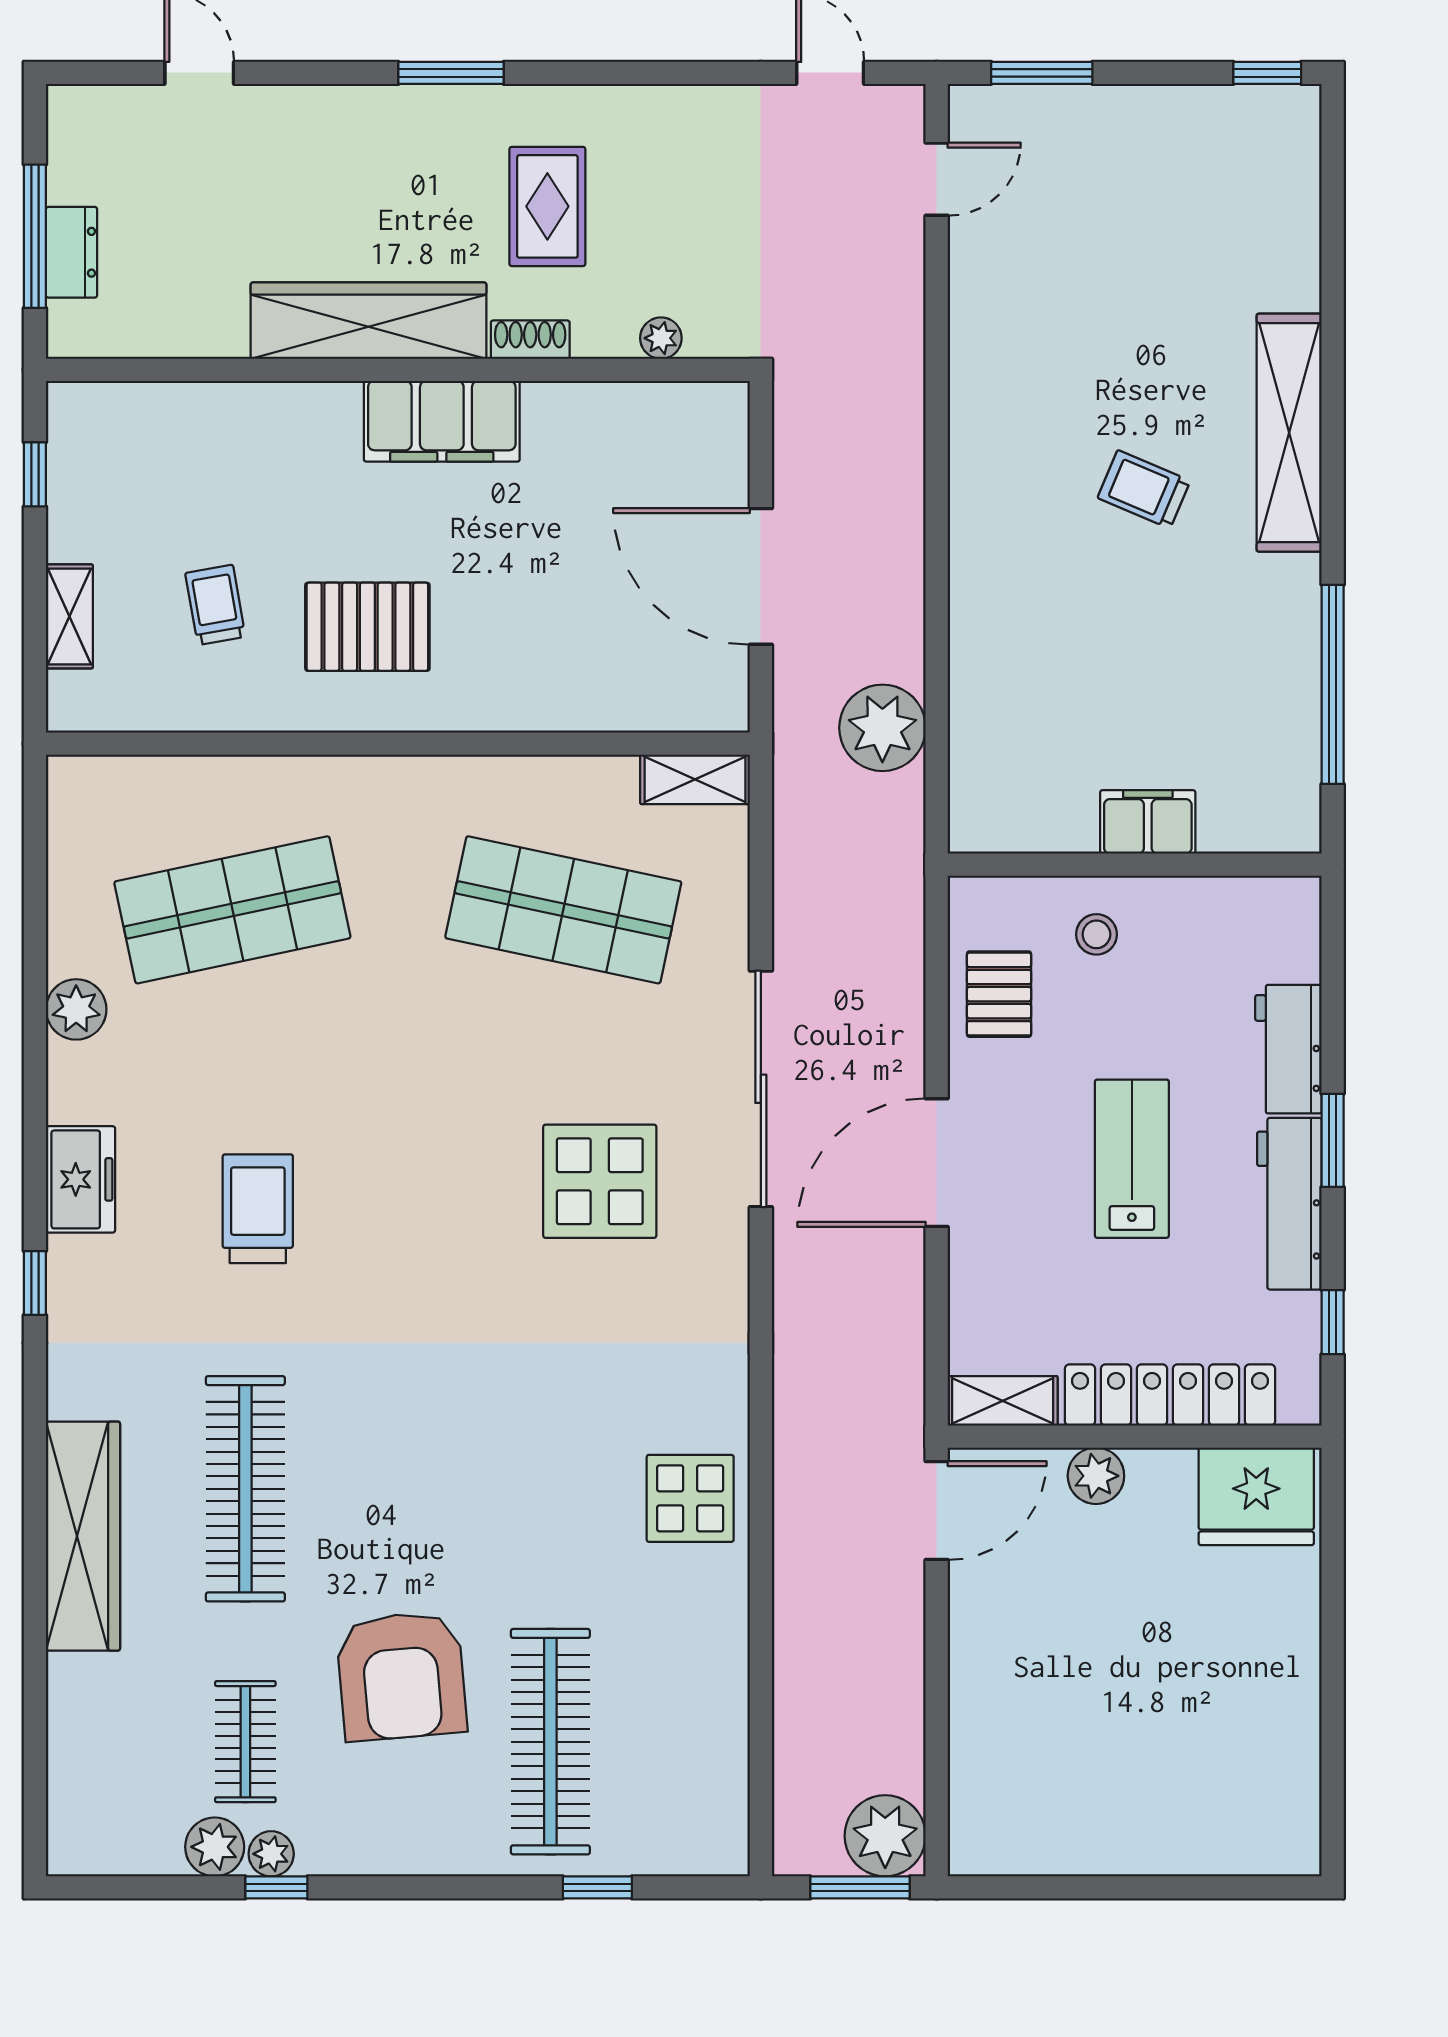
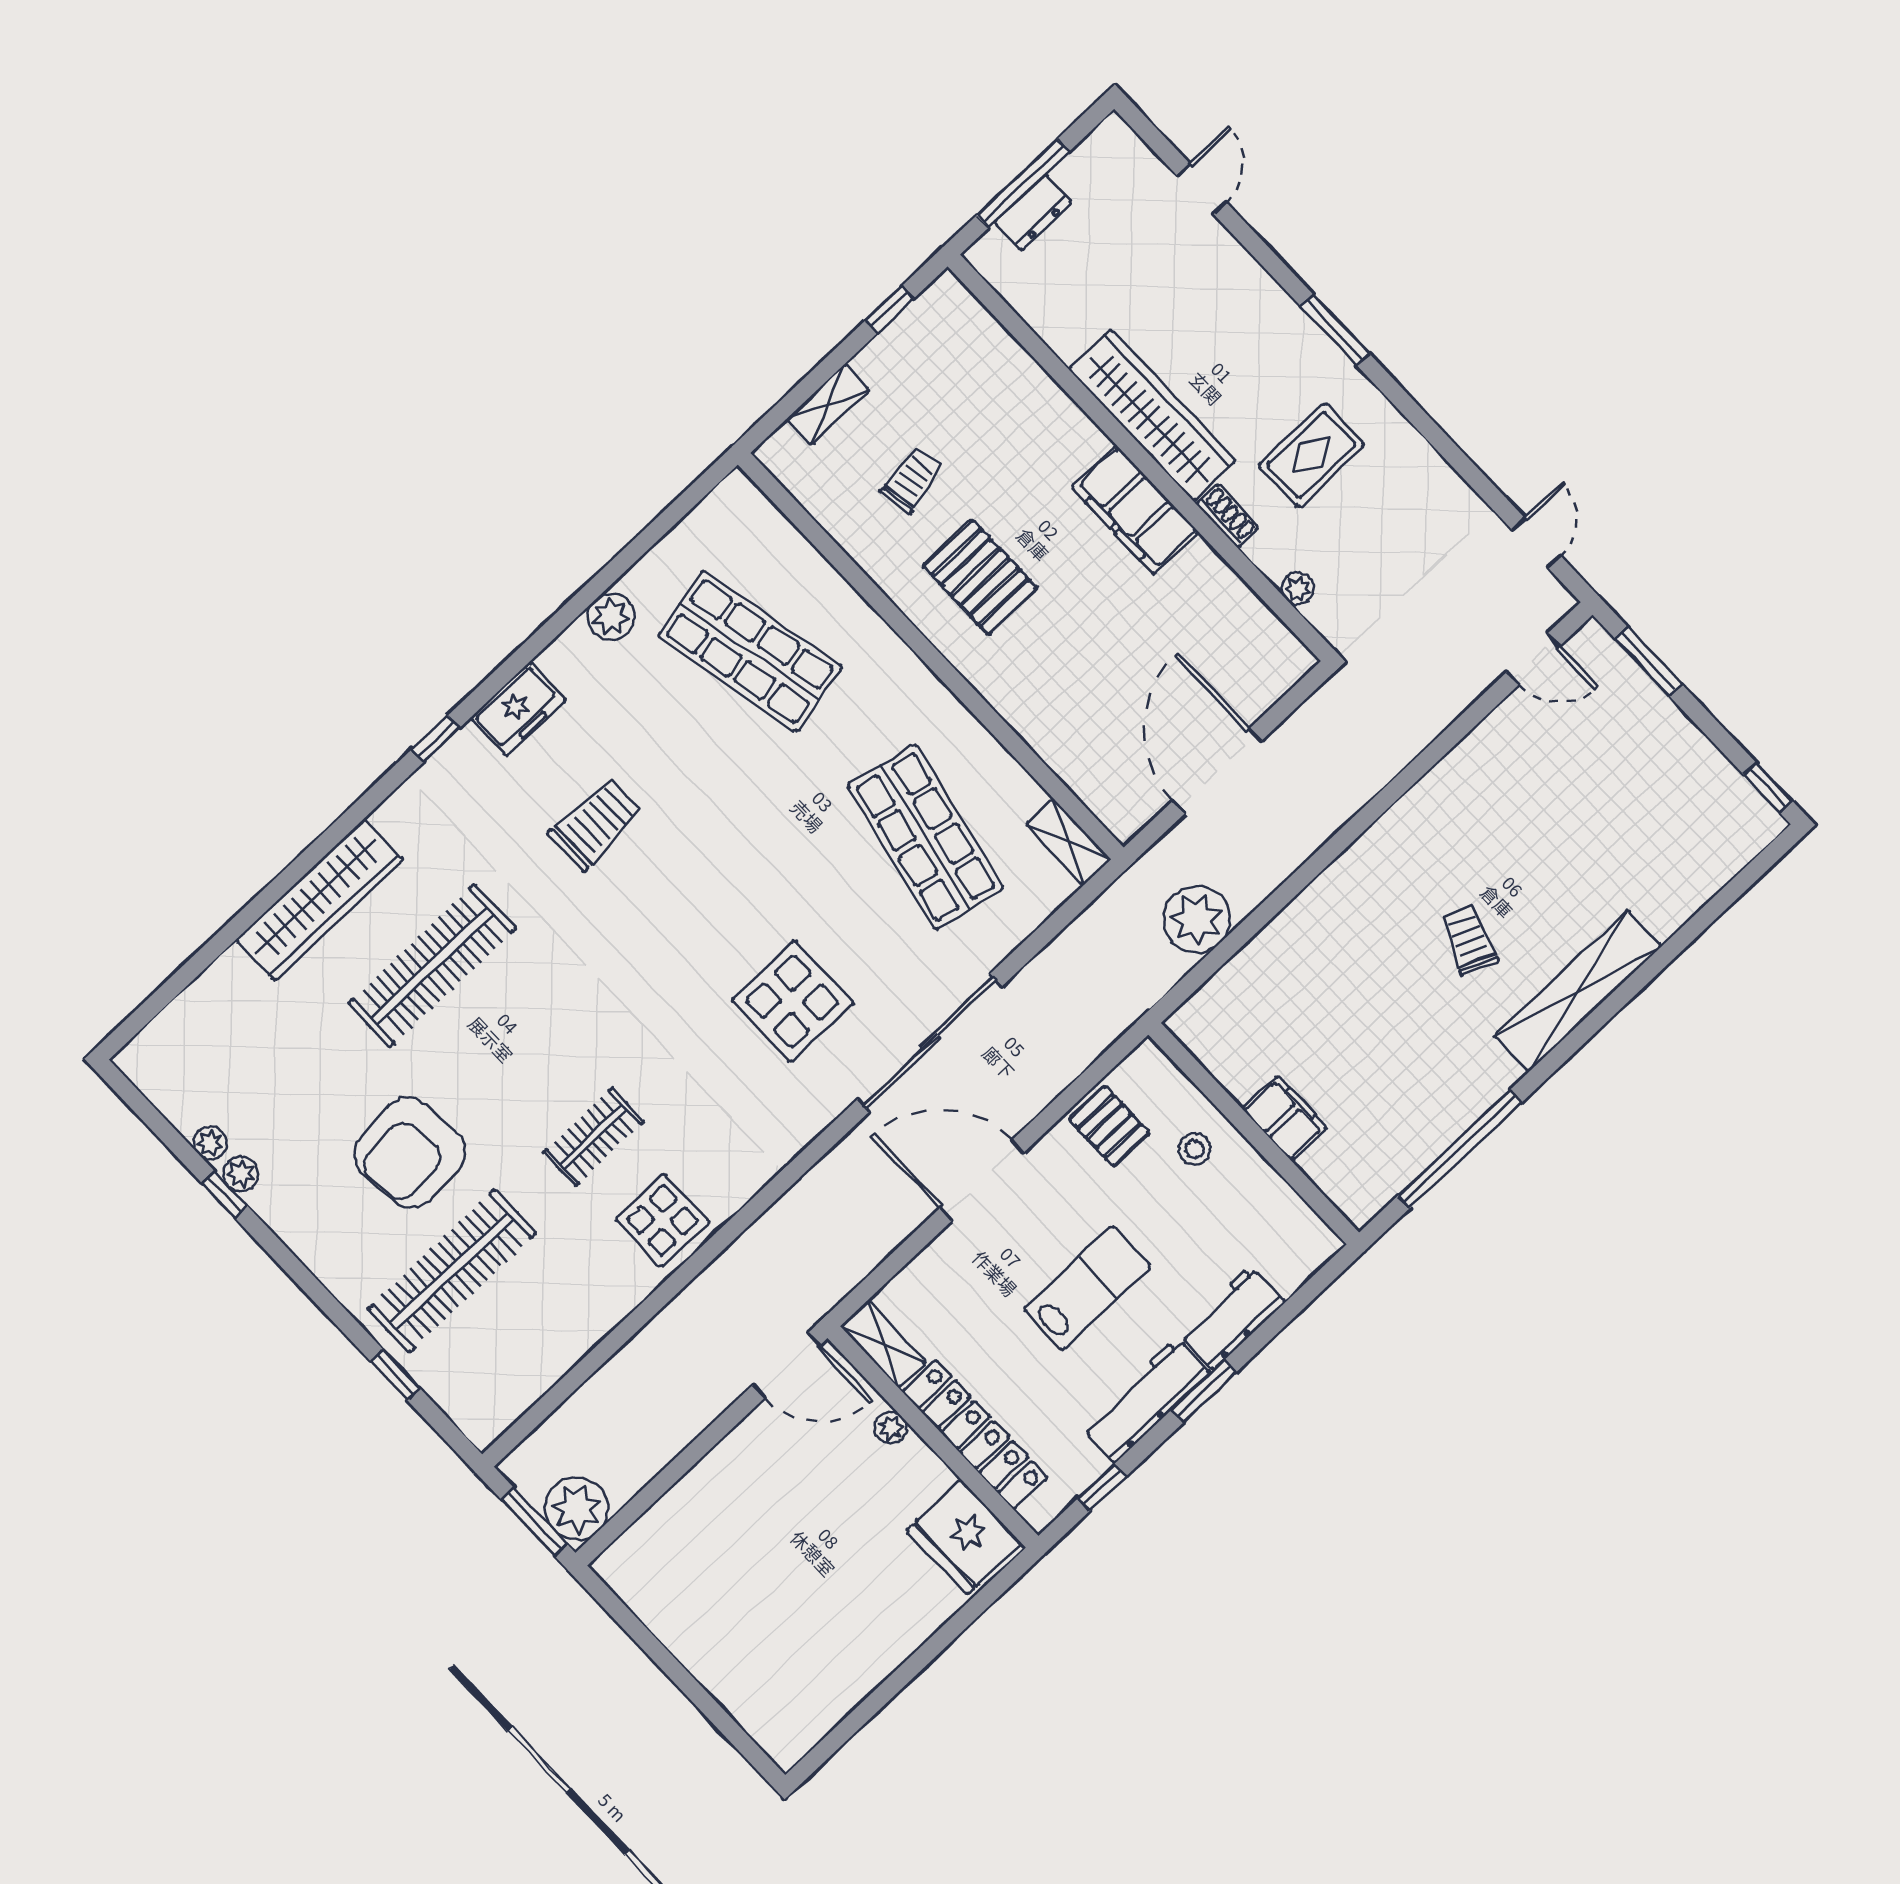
pallet: (999, 994) -> (1109, 1126), turned 90
plant: (1096, 1476) -> (891, 1428), width x0.73, depth x0.73
clothes rail: (245, 1742) -> (594, 1137), moved
plant: (215, 1847) -> (210, 1143), width x0.73, depth x0.73

